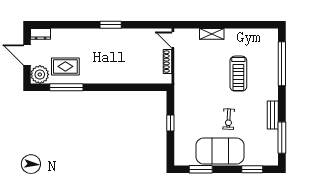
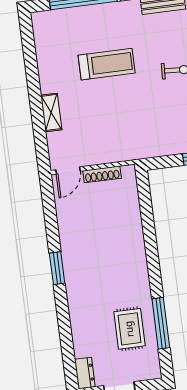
plant: (40, 74) -> (147, 366), removed

